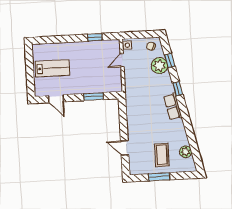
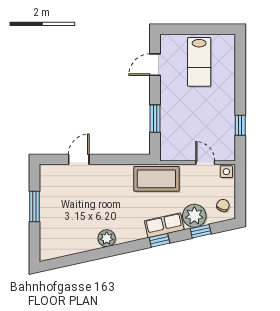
row of seats: (173, 107) -> (164, 225), moved
plant: (186, 152) -> (107, 238), moved
coffee table: (162, 155) -> (156, 179), moved, width x1.36, depth x1.32

